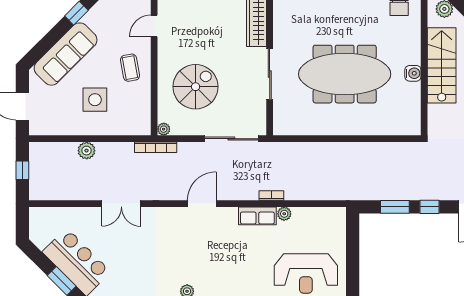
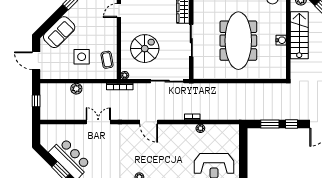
sofa: (66, 54) -> (59, 32), width x0.73
coffee table: (130, 68) -> (107, 60), moved
meeting table: (345, 74) -> (238, 41), turned 90
double door: (121, 204) -> (98, 122), swing flipped
door: (202, 204) -> (149, 122), swing flipped
row of seats: (257, 216) -> (184, 130), removed

